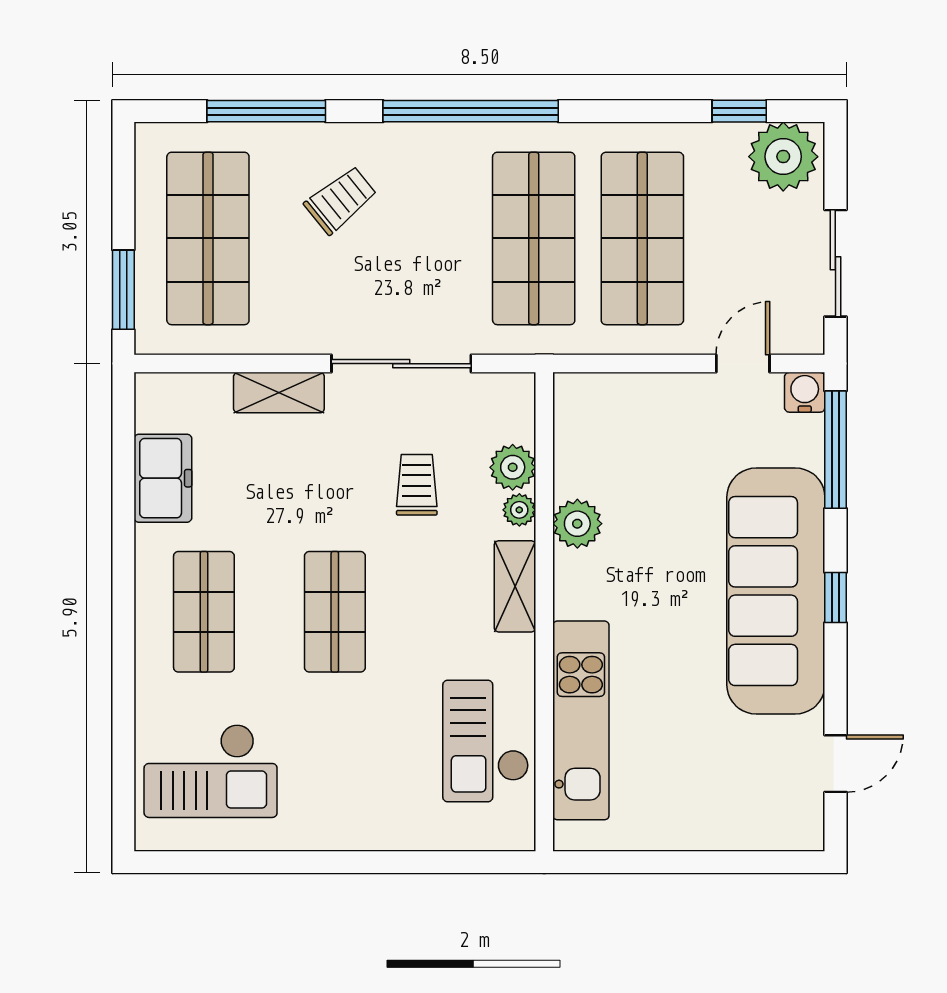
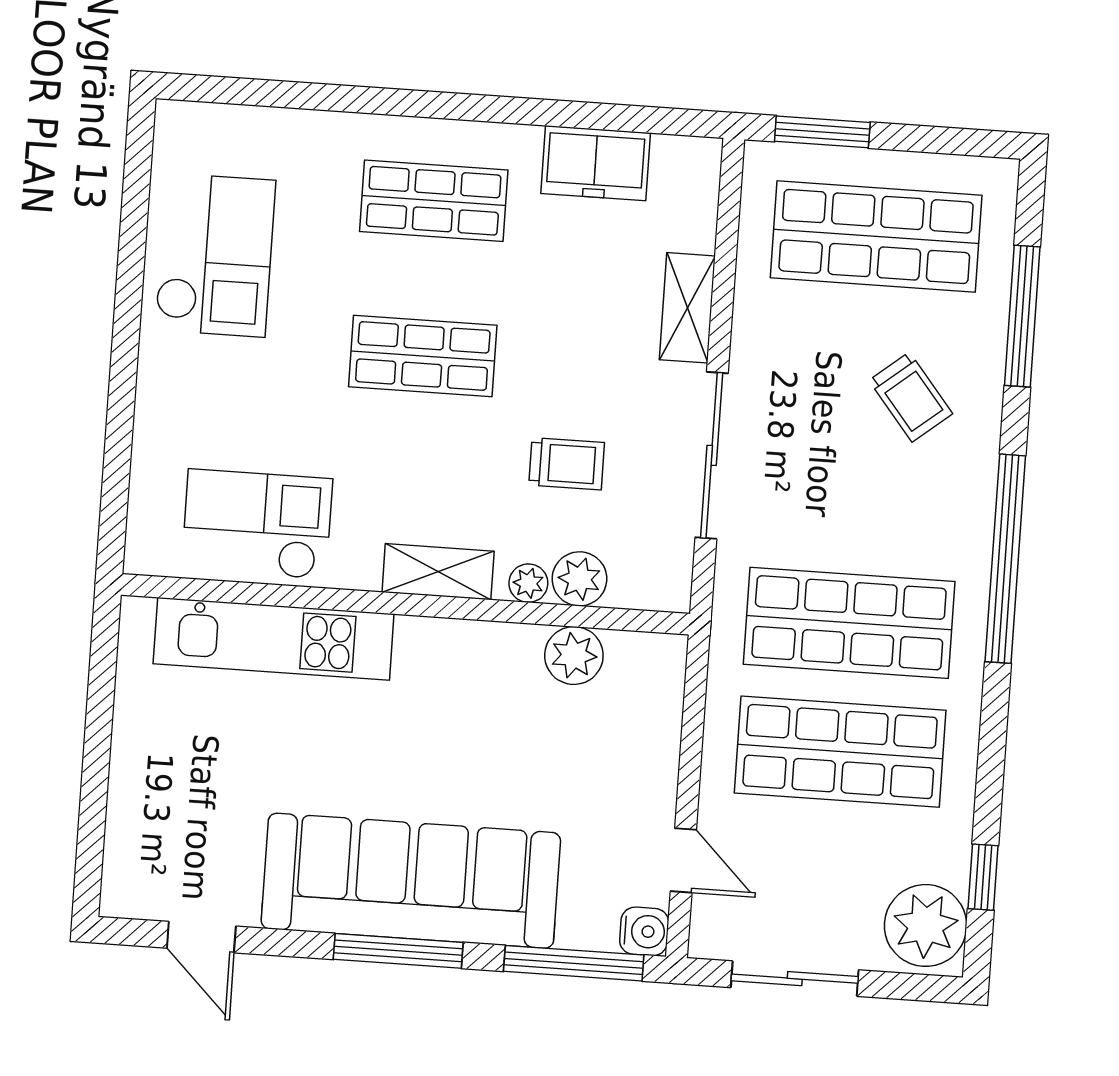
plant: (577, 524) -> (574, 655), moved
window: (835, 598) -> (398, 951), width x2.17
checkout: (211, 771) -> (215, 255), moved, turned 180

